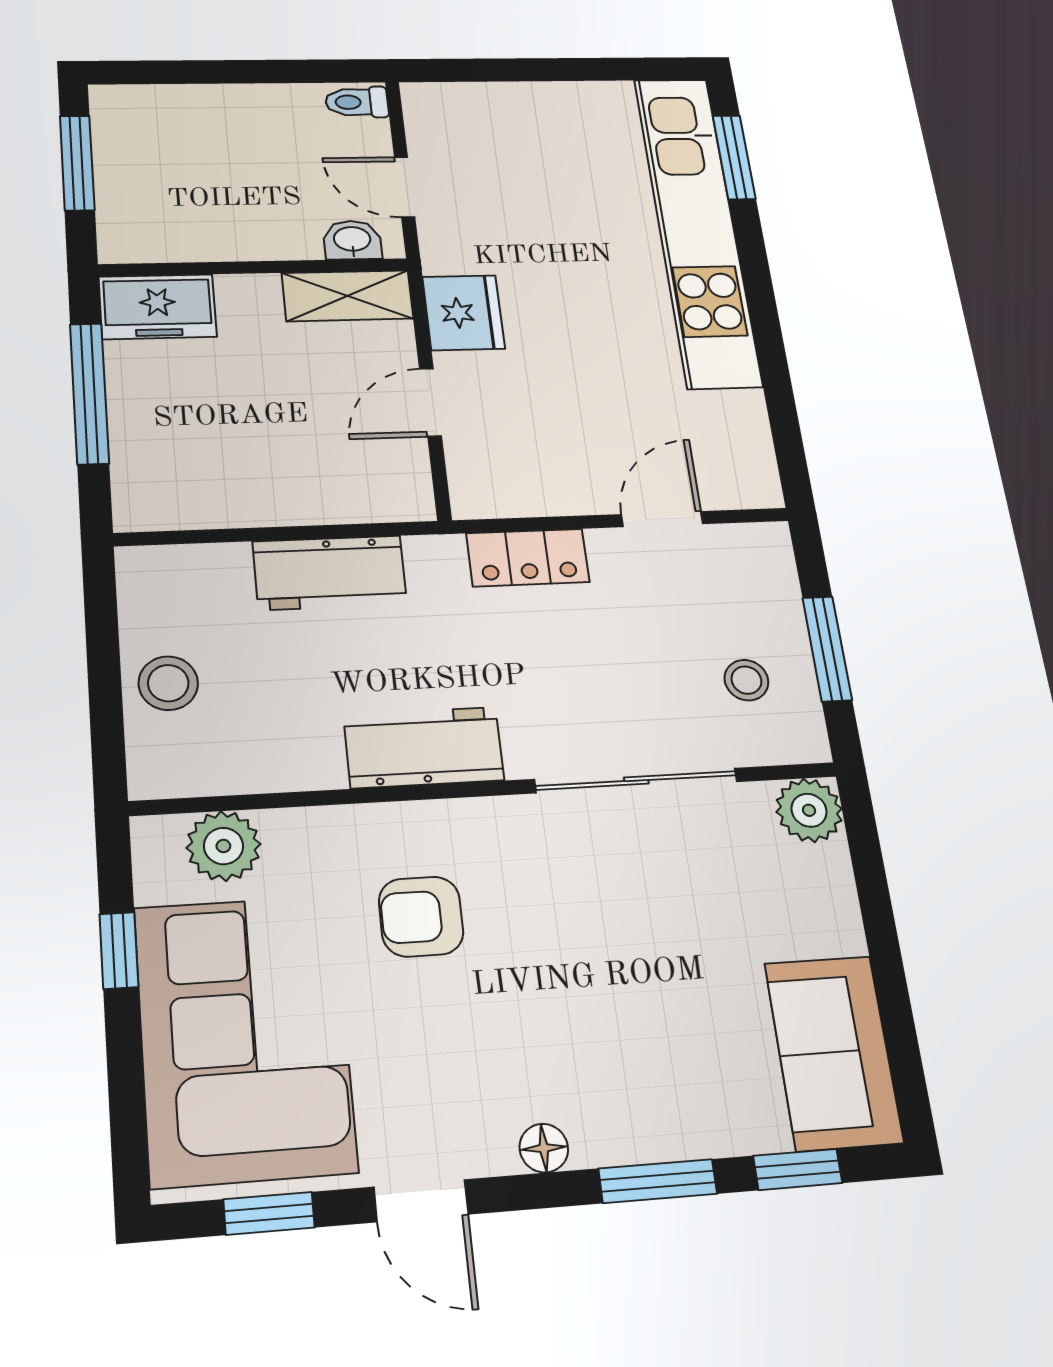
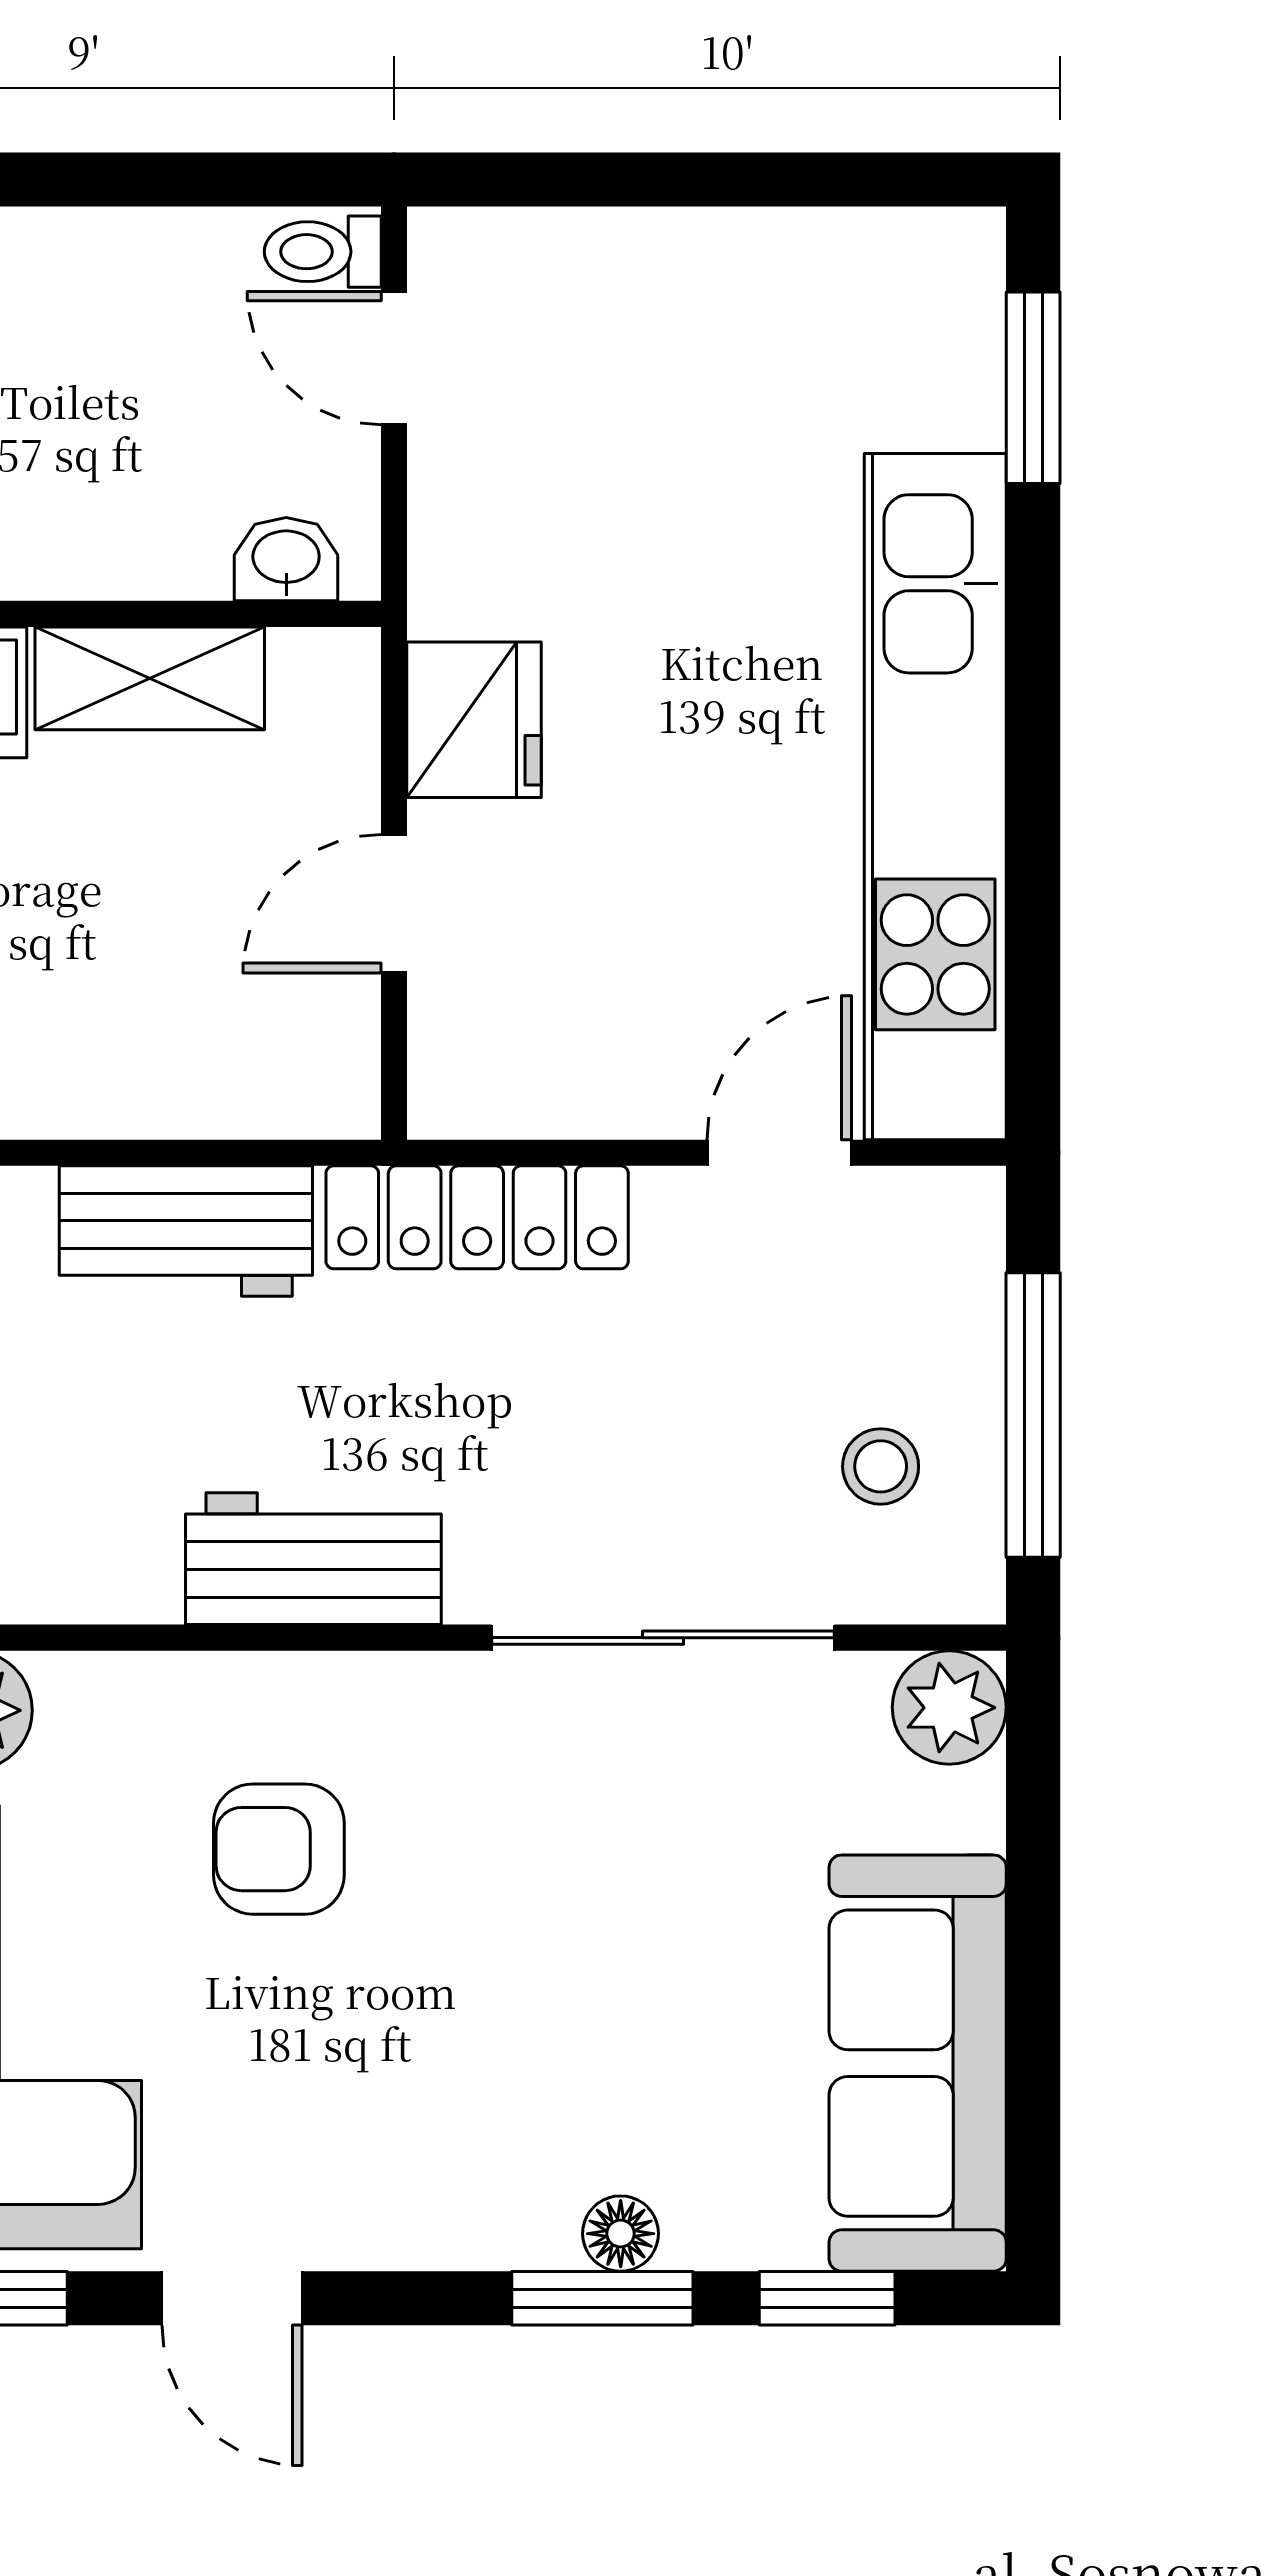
door: (405, 187) -> (394, 358), moved
kitchen unit: (697, 230) -> (935, 797), moved
shelving: (347, 296) -> (150, 678), moved
locker: (528, 558) -> (477, 1217), width x1.53
window: (827, 649) -> (1033, 1415), width x1.44
sofa: (834, 1052) -> (918, 2063), width x1.36
floor lamp: (544, 1148) -> (621, 2234), moved

